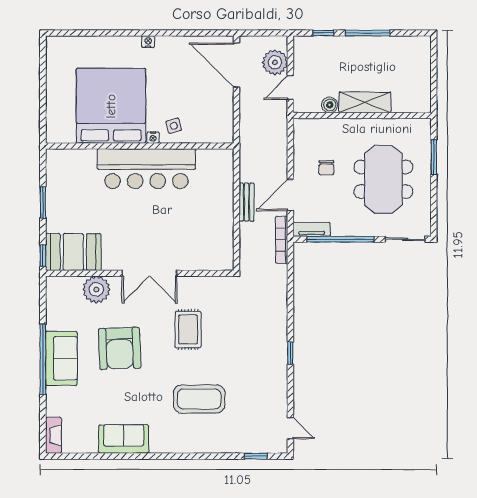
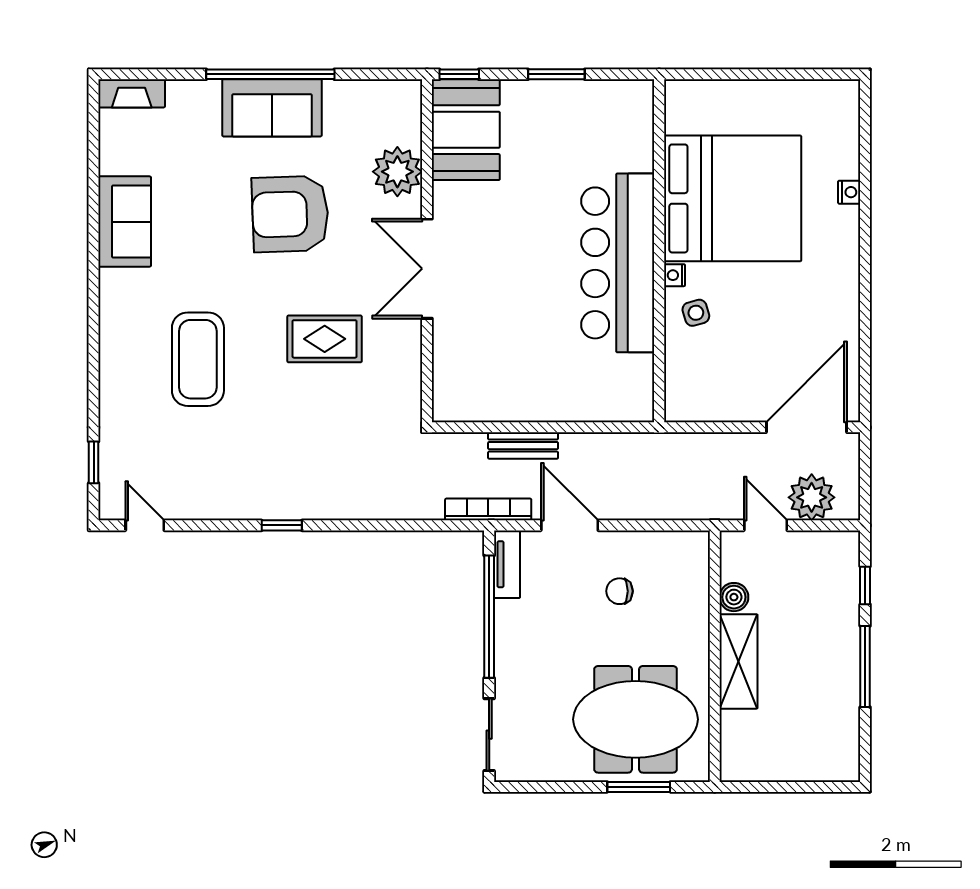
nightstand: (148, 42) -> (849, 192), moved
meeting table: (383, 179) -> (636, 719), moved
bench: (247, 202) -> (523, 446), moved
door: (290, 428) -> (145, 525), swing flipped

